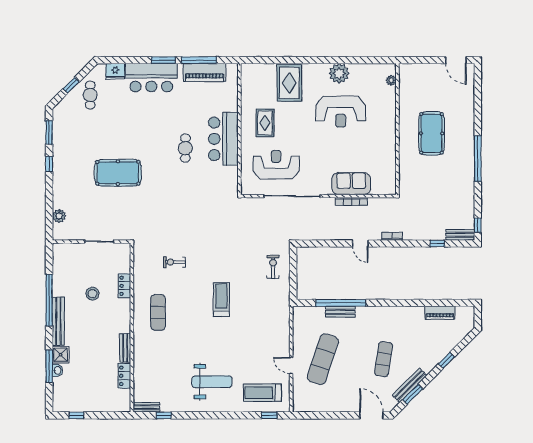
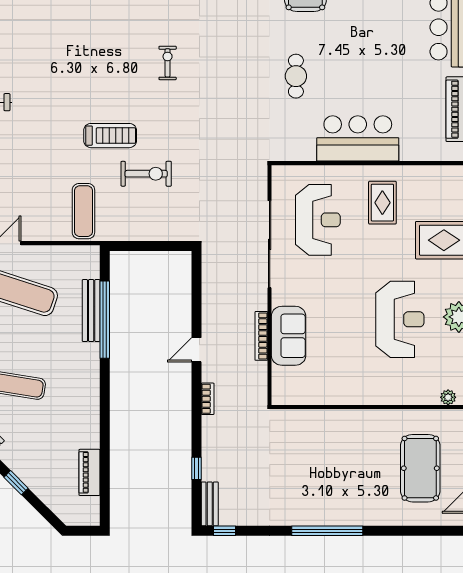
reception desk: (341, 112) -> (400, 319), turned 180
rug: (265, 123) -> (382, 203), turned 90
pool table: (432, 133) -> (420, 468), moved, turned 90
cafe table: (185, 148) -> (296, 76), moved, turned 90
exercise bike: (273, 267) -> (146, 174), moved, width x1.38, depth x1.39
exercise mat: (158, 312) -> (83, 211), moved, turned 90
bench: (340, 312) -> (91, 311), width x1.36

